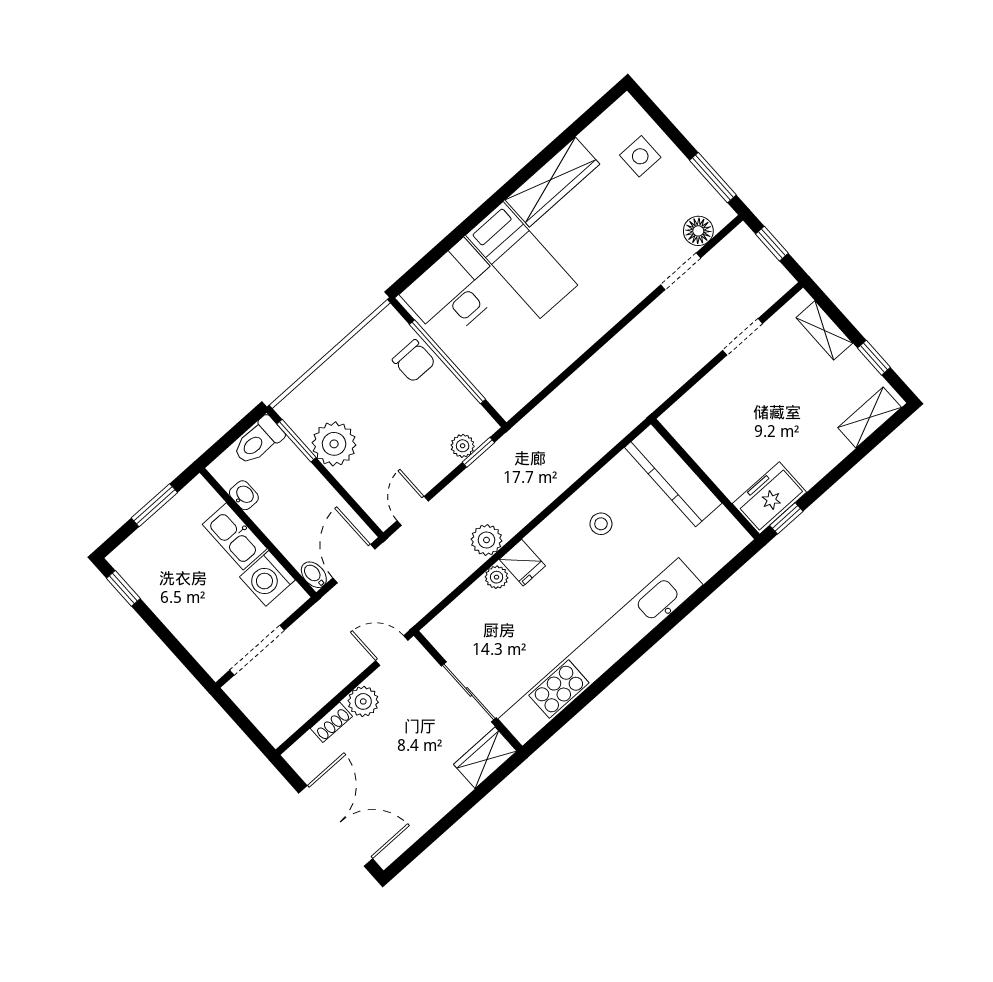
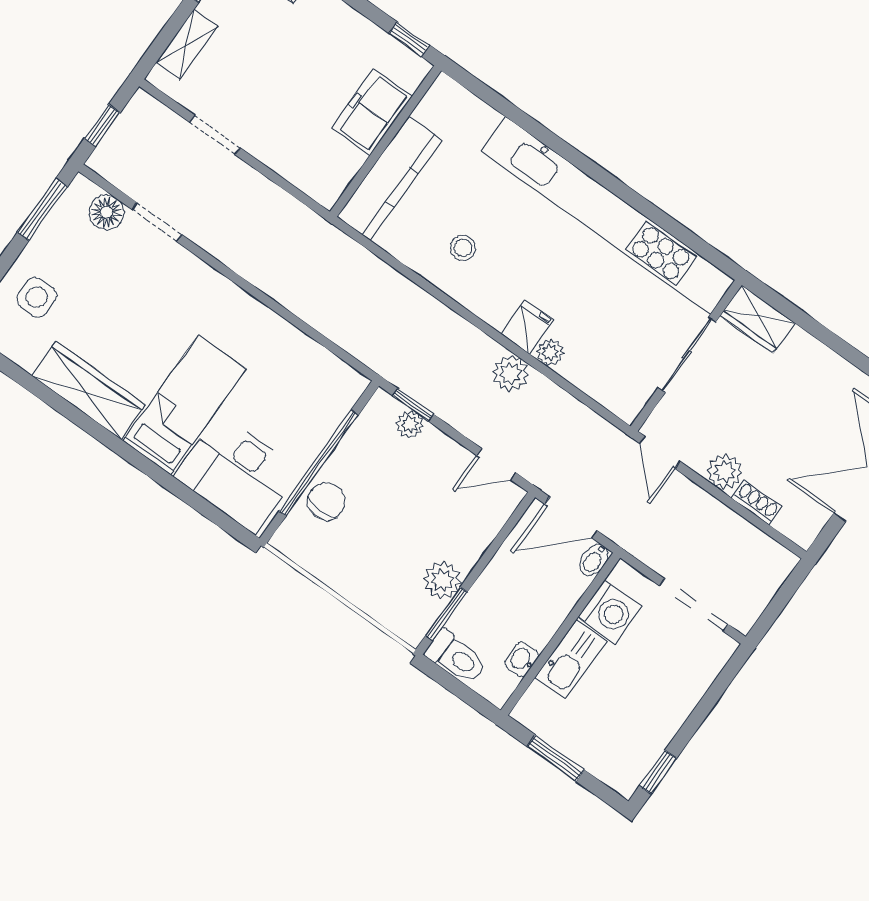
plant: (334, 444) -> (442, 580), width x0.73, depth x0.73
freezer: (769, 498) -> (372, 112), moved, turned 90

